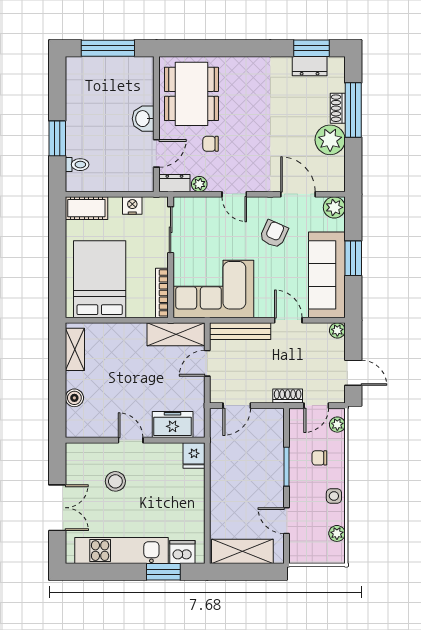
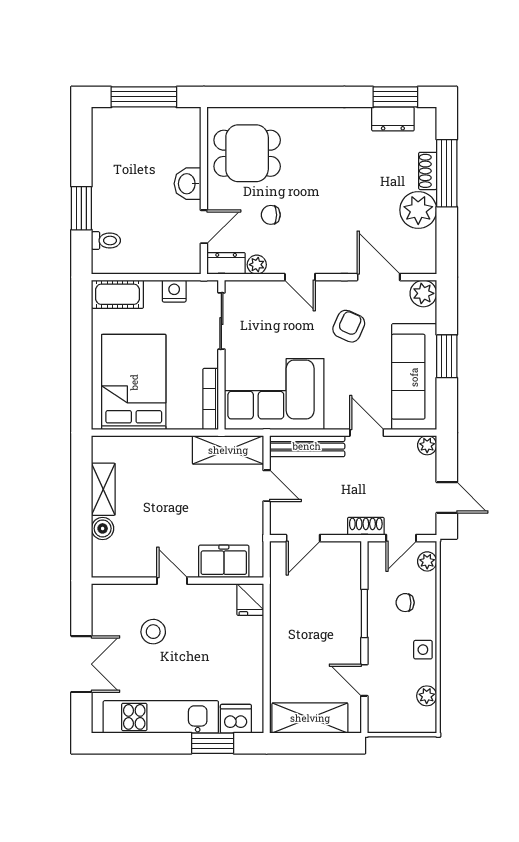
dining table: (191, 94) -> (247, 153), width x0.73
shelving: (75, 349) -> (103, 489), moved
door: (207, 363) -> (267, 486), swing flipped

